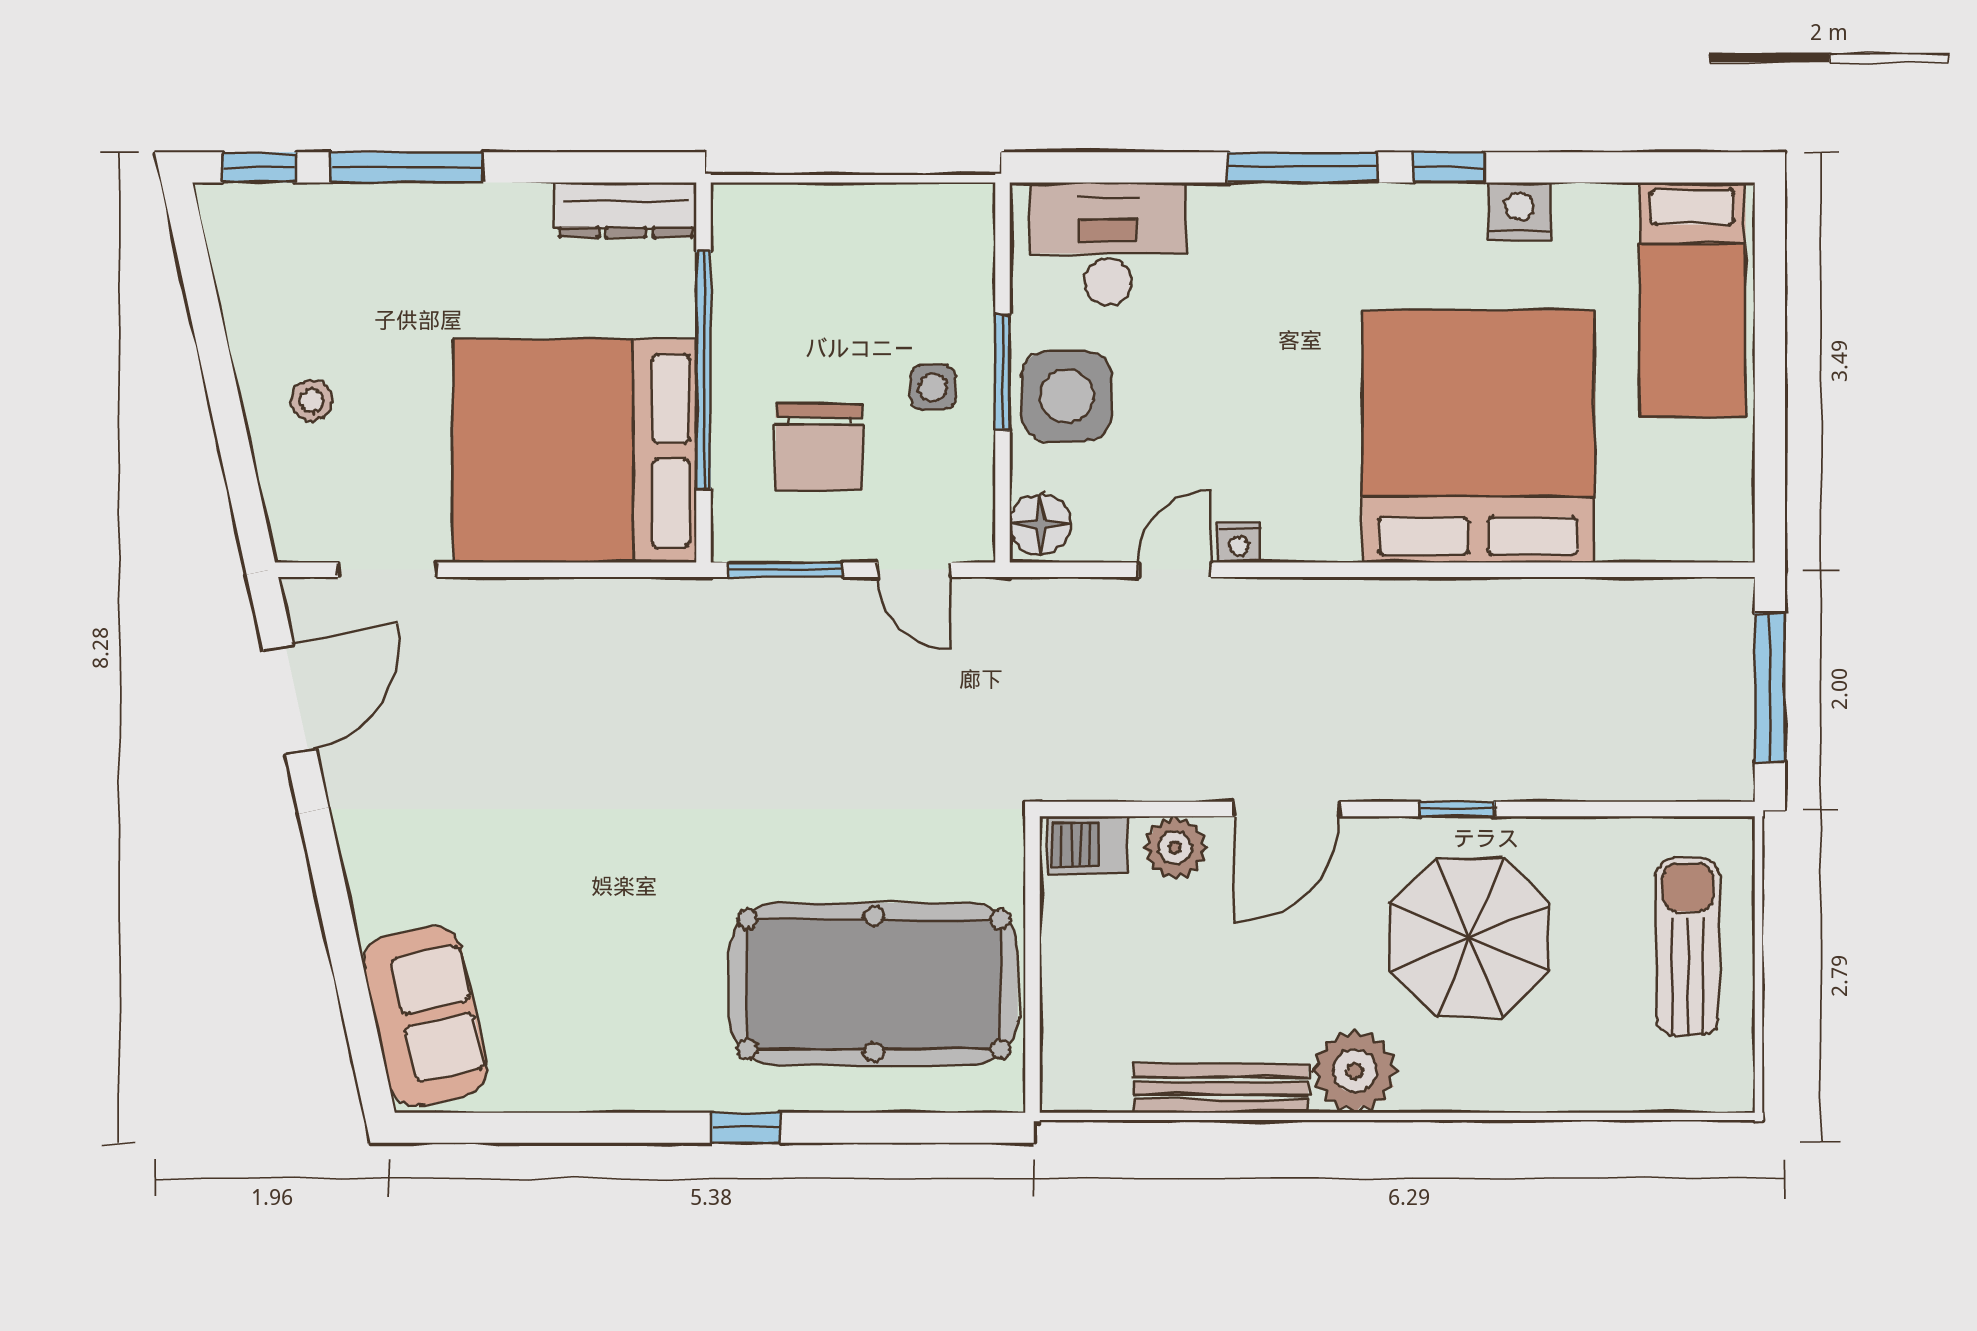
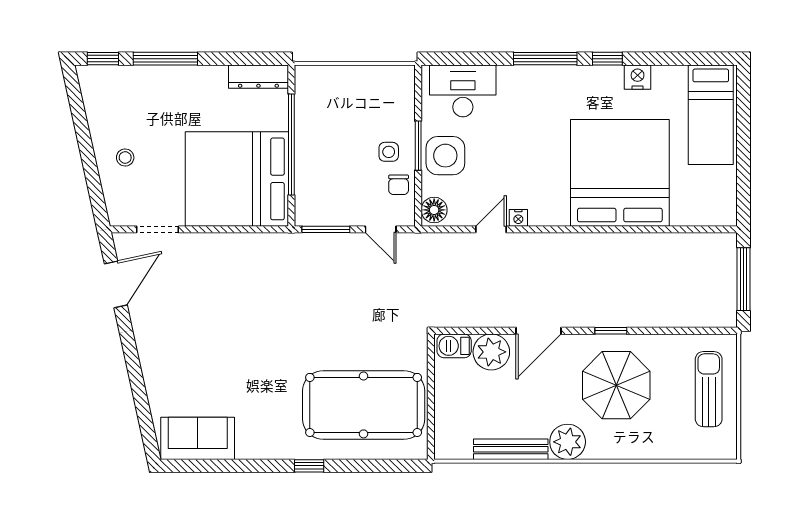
chair: (819, 447) -> (399, 185), moved, width x0.54, depth x0.54
plant: (1175, 848) -> (491, 352), width x1.36, depth x1.36
sofa: (425, 1016) -> (198, 438), moved, turned -78

